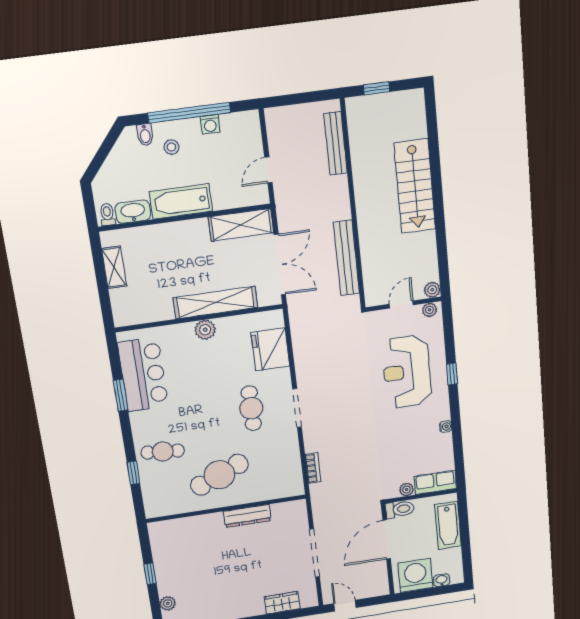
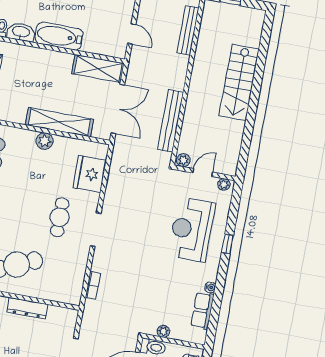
door: (268, 170) -> (132, 34), swing flipped
plant: (432, 290) -> (183, 160), moved
row of seats: (435, 482) -> (202, 311), moved, turned -90

